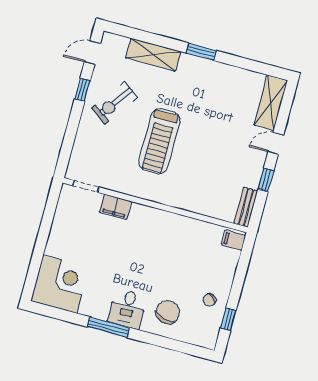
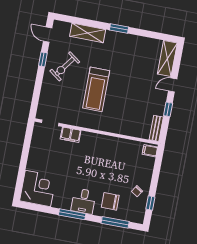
door: (92, 53) -> (48, 35), hinge flipped
chair: (168, 312) -> (110, 201), turned -104
window: (173, 345) -> (115, 222), added

